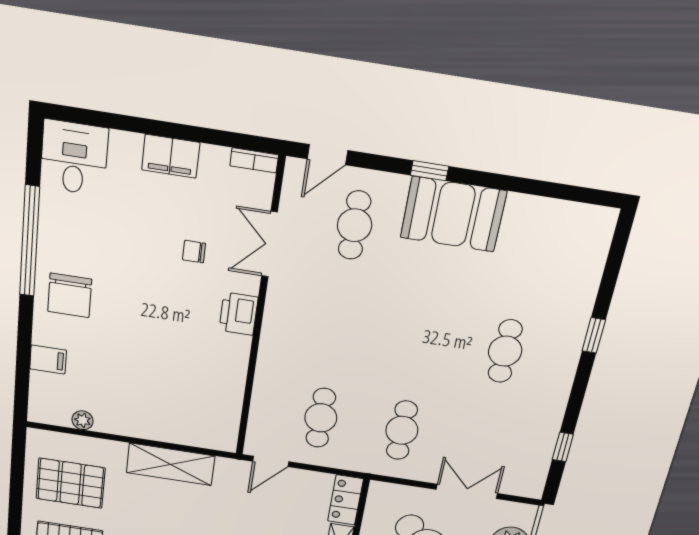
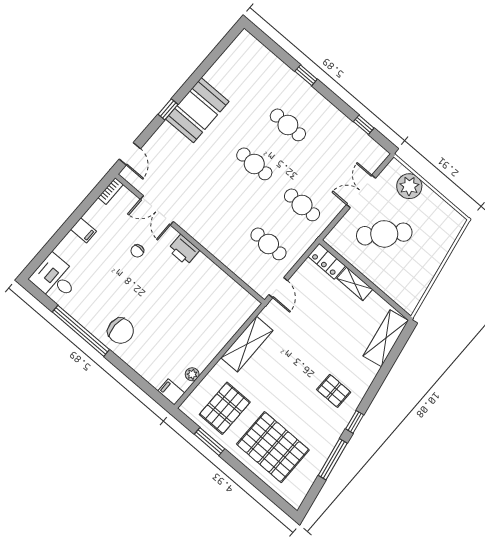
filing cabinet: (171, 156) -> (84, 230), width x0.50
cafe table: (355, 225) -> (254, 164), moved
filing cabinet: (48, 360) -> (171, 392), moved, turned -90
window: (16, 488) -> (209, 441), added

